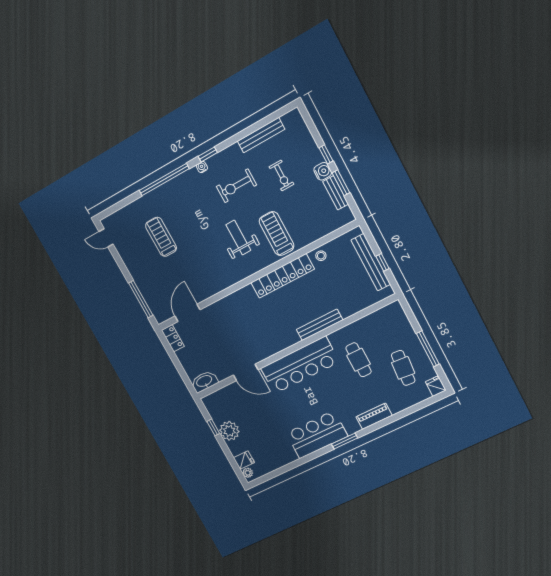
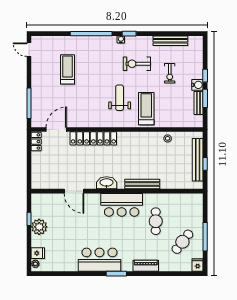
locker: (283, 276) -> (93, 138), moved
bar counter: (300, 365) -> (122, 205), width x0.73
cafe table: (403, 368) -> (182, 242), turned 33
washbasin: (204, 381) -> (107, 183), moved

